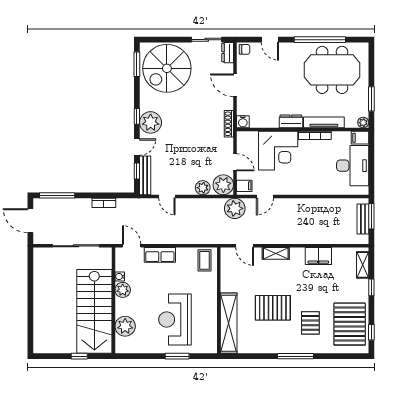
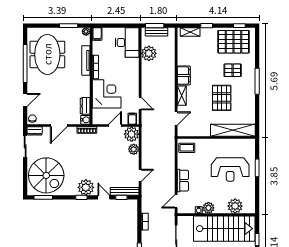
dresser: (291, 121) -> (85, 106), moved
desk: (353, 166) -> (127, 43), moved, turned 90
plant: (235, 208) -> (149, 53), moved
filing cabinet: (318, 256) -> (184, 75), moved

